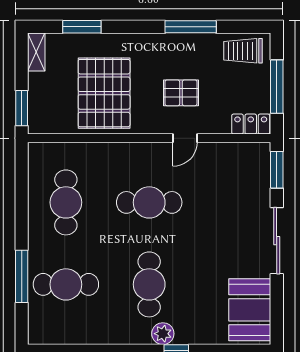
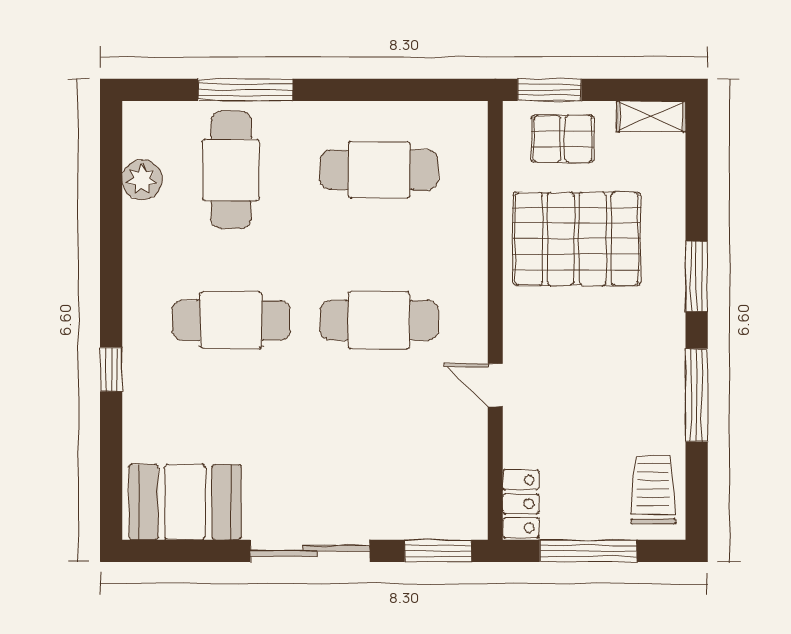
window: (82, 27) -> (697, 276), moved
pallet: (181, 93) -> (563, 139), moved, turned 90
cafe table: (149, 202) -> (379, 320), turned 90
plant: (163, 334) -> (142, 180), moved

